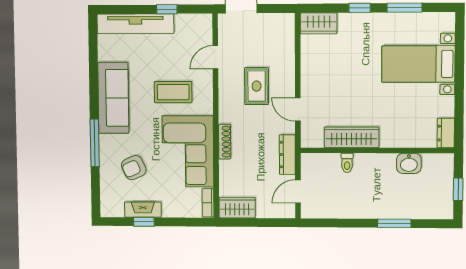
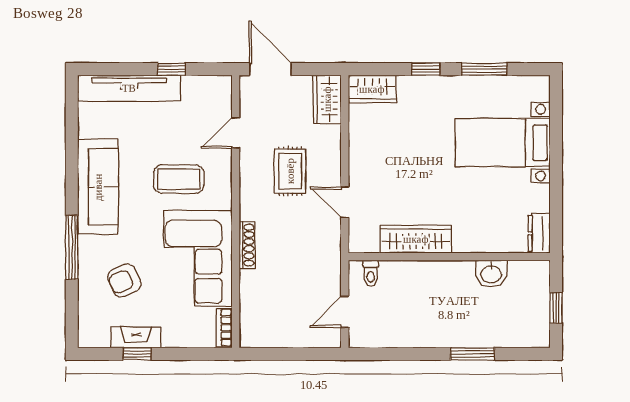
dresser: (287, 155) -> (331, 262), removed
toilet: (347, 163) -> (371, 273), moved
wardrobe: (237, 208) -> (327, 99), moved, turned -90

